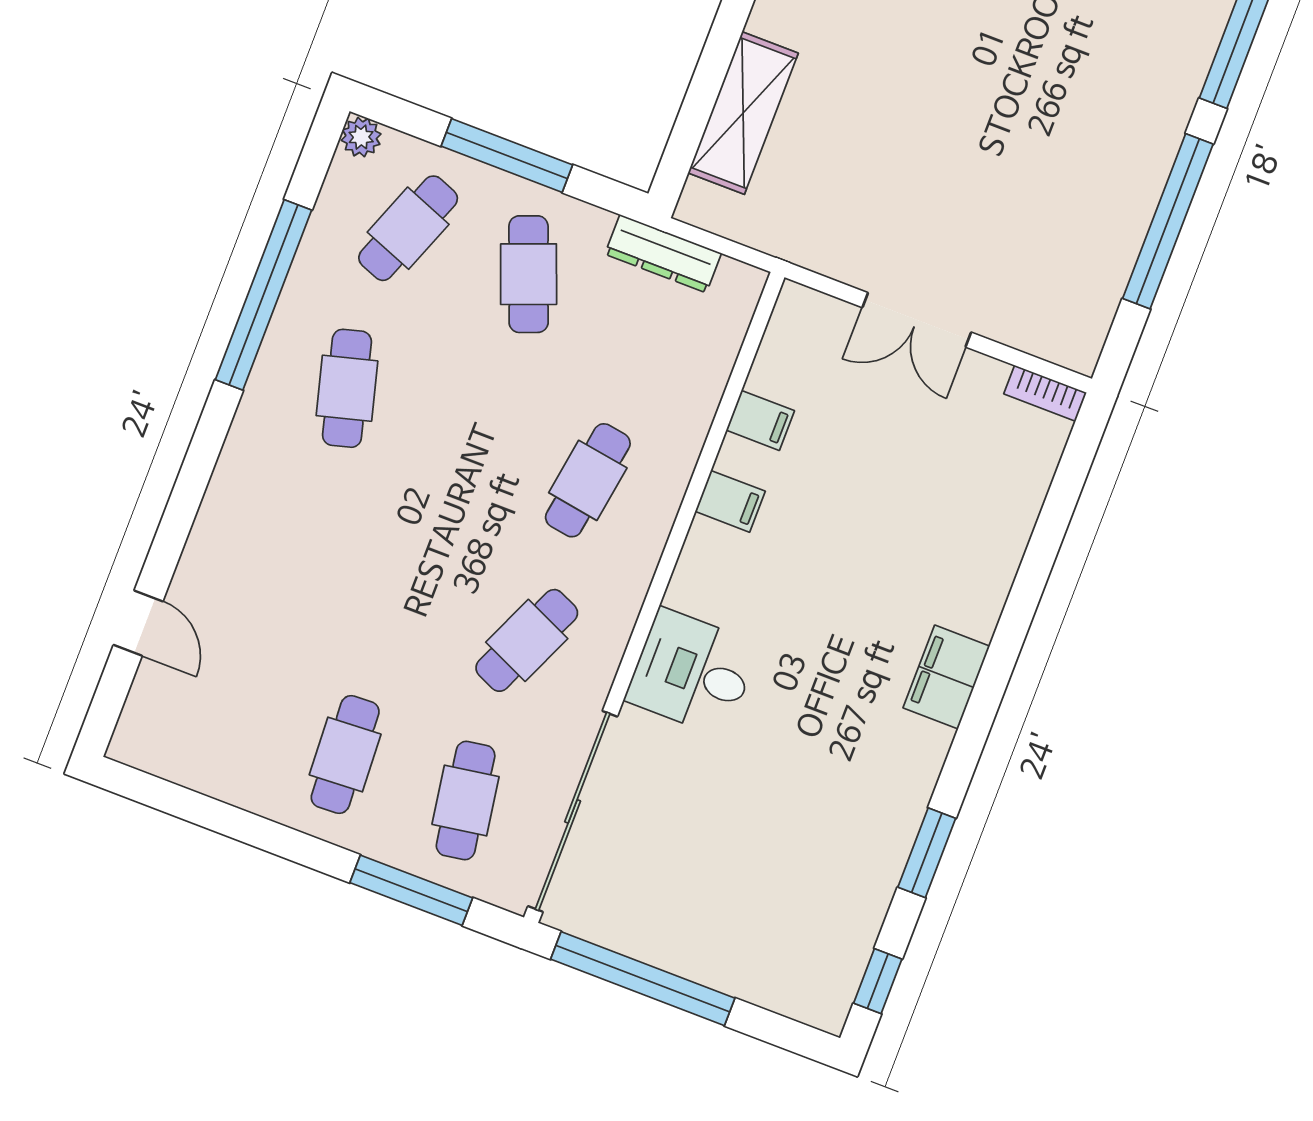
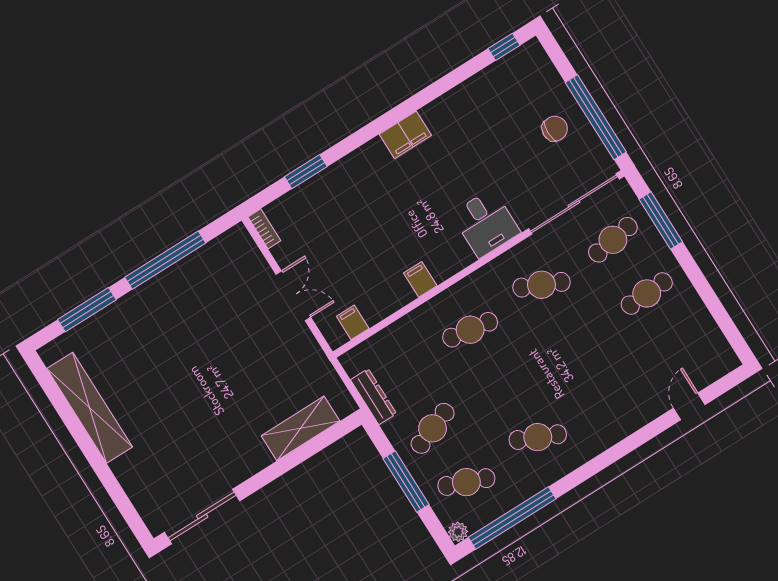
window: (264, 295) -> (512, 518), moved
cafe table: (347, 388) -> (538, 437), turned 39
filing cabinet: (760, 420) -> (353, 322), moved
filing cabinet: (946, 677) -> (405, 135), moved
window: (927, 853) -> (306, 172), moved
chair: (695, 910) -> (555, 129), added

